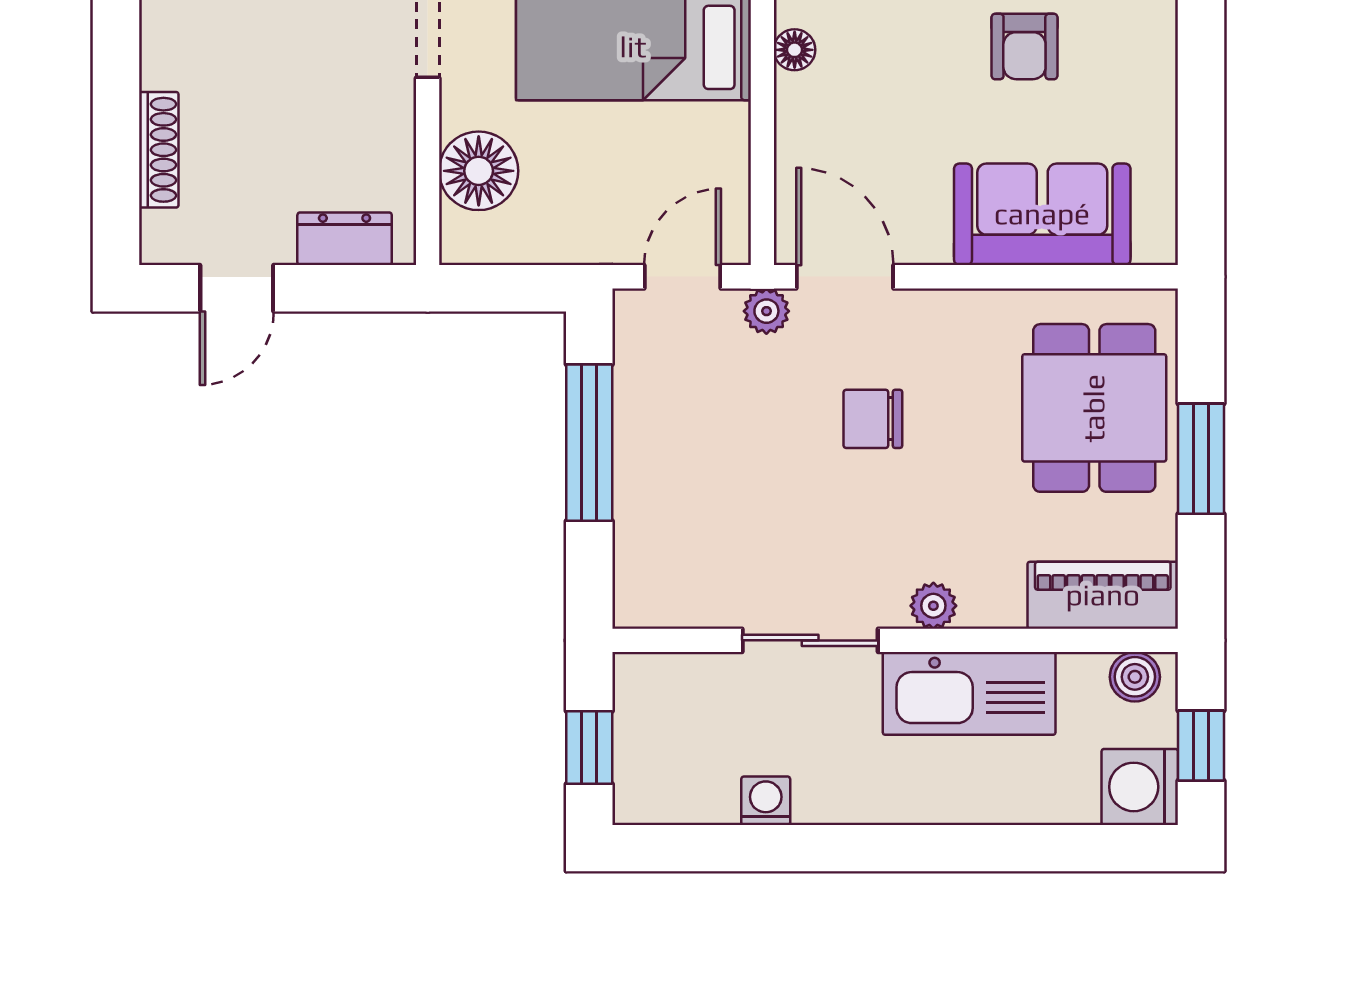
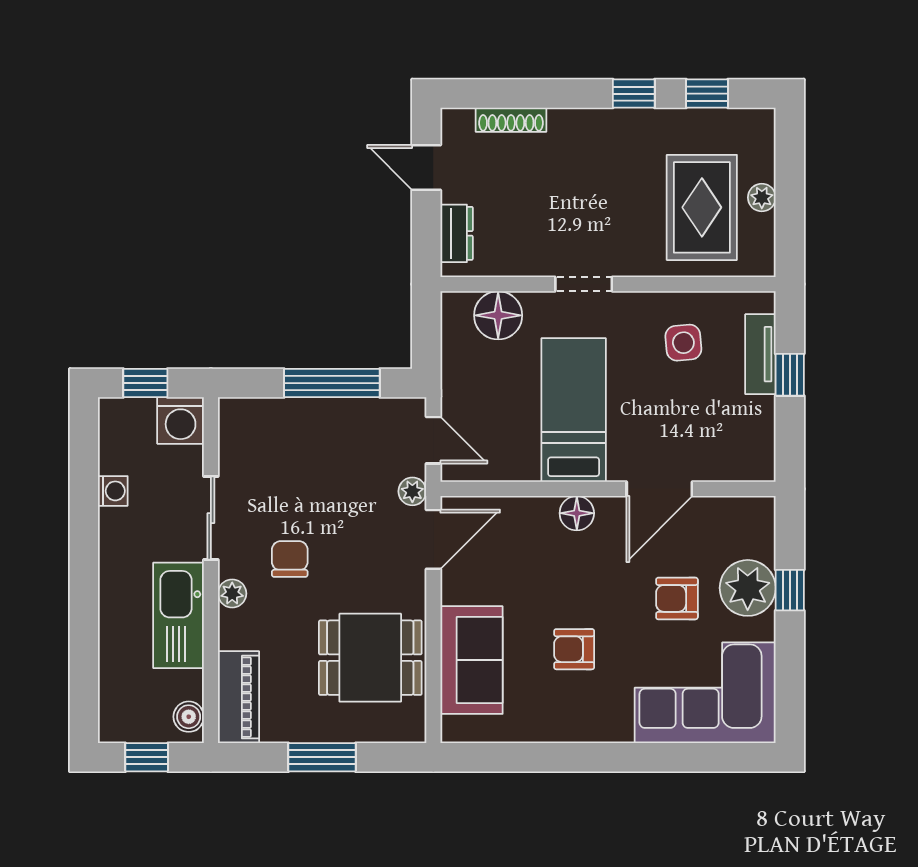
floor lamp: (795, 50) -> (577, 513), width x1.37, depth x1.37
dining table: (1094, 408) -> (370, 658), moved
chair: (873, 419) -> (290, 559), moved
washing machine: (1140, 787) -> (181, 420), moved, turned 180

